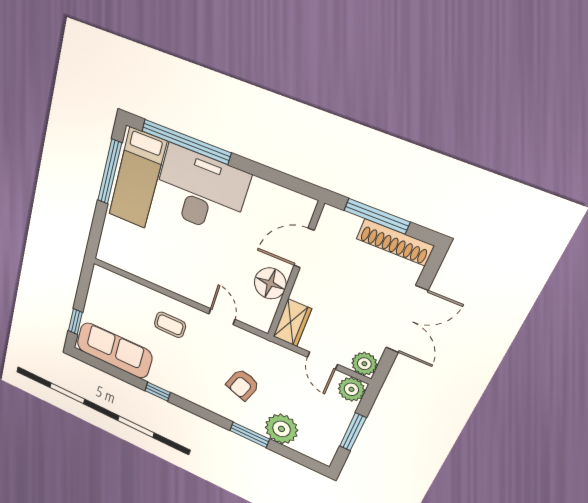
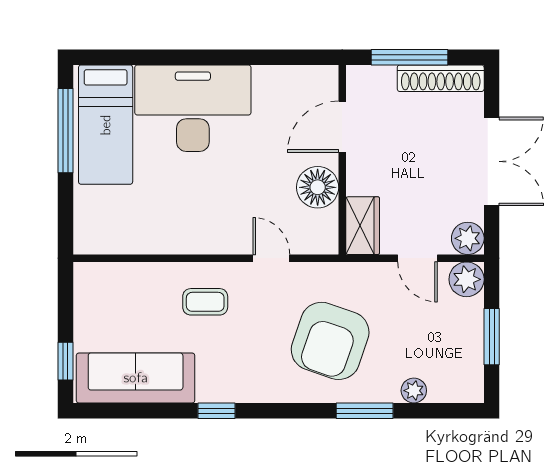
window: (186, 142) -> (157, 57), removed
armchair: (243, 385) -> (330, 341), width x1.88, depth x1.88
plant: (281, 429) -> (414, 391), width x0.53, depth x0.53

